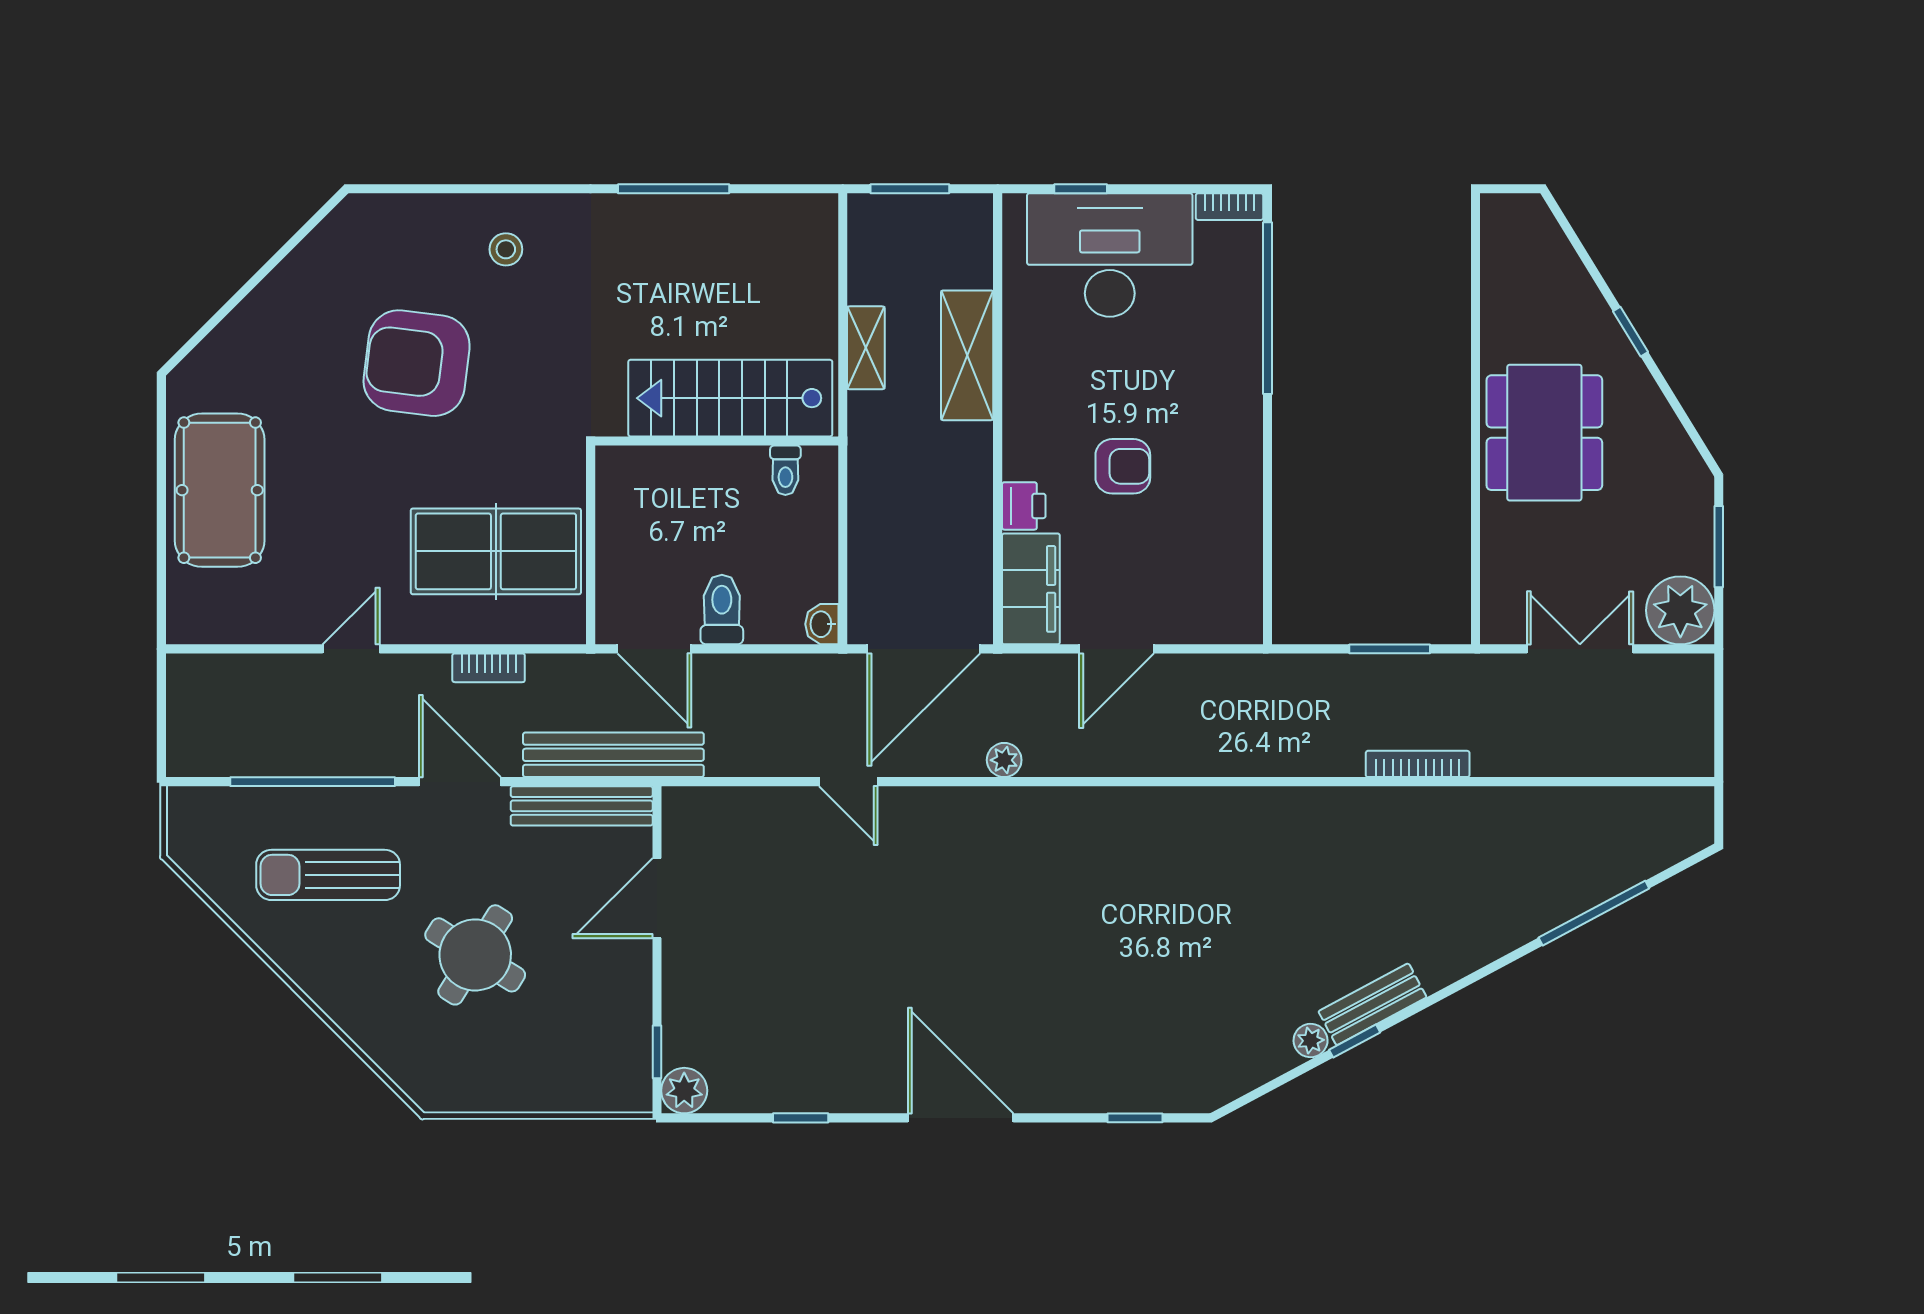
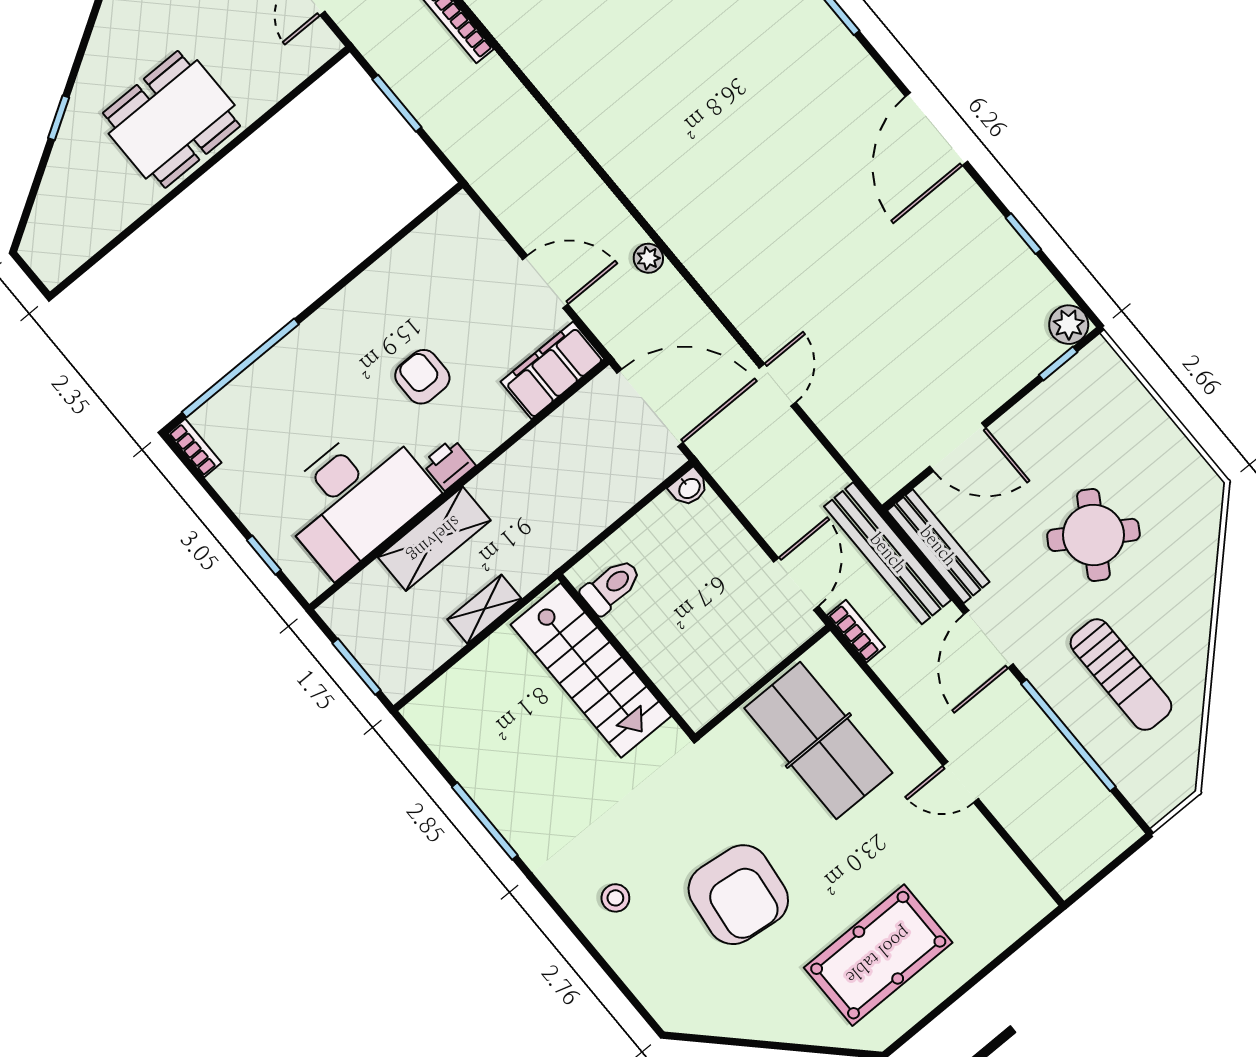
desk: (1110, 255) -> (355, 498), moved, turned -90
toilet: (785, 470) -> (611, 586), width x1.37, depth x1.39
pool table: (220, 490) -> (878, 955), moved
printer: (1024, 506) -> (449, 464), moved
toilet: (722, 610) -> (734, 561), removed
bookcase: (489, 668) -> (856, 631), moved
plant: (1004, 760) -> (648, 258), moved

